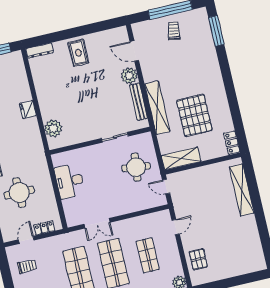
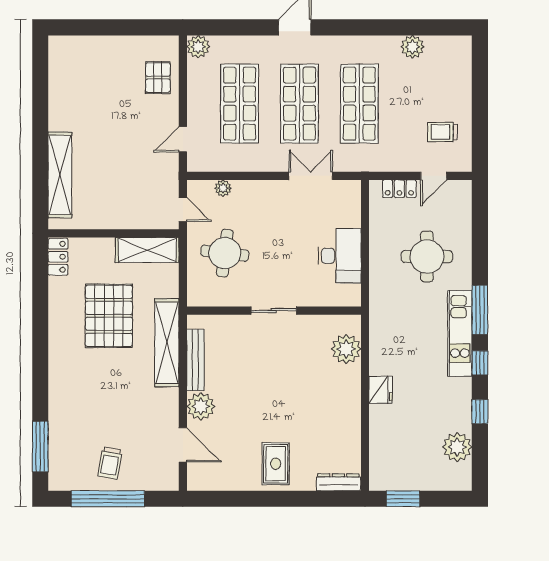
sliding door: (115, 137) -> (274, 311), moved
plant: (146, 204) -> (223, 188), added
shop shelf: (148, 255) -> (240, 104), width x1.43, depth x1.36

